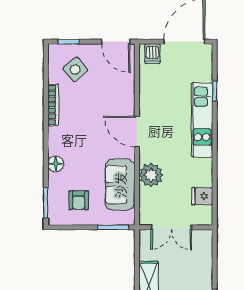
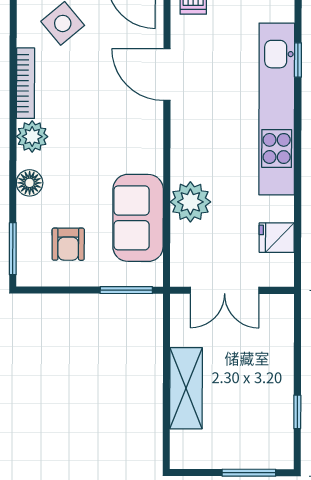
kitchen unit: (202, 120) -> (277, 109), width x1.36
door: (137, 131) -> (167, 75), moved
plant: (57, 136) -> (32, 137), added

